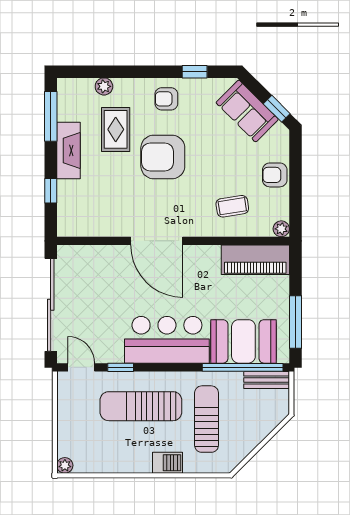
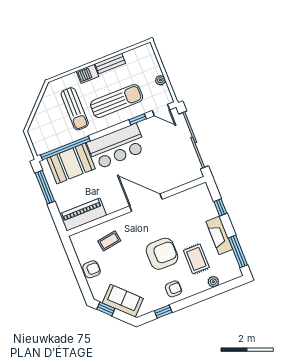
plant: (281, 229) -> (75, 239), removed
bench: (266, 380) -> (110, 63), moved
plant: (65, 465) -> (160, 80), moved

